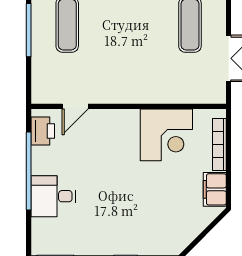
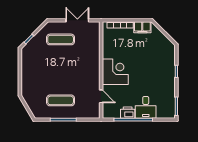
printer: (43, 131) -> (128, 113), moved
corner desk: (166, 135) -> (115, 72), moved

